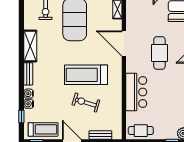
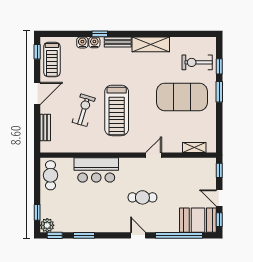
door: (124, 44) -> (154, 155), width x0.53
cafe table: (159, 53) -> (142, 197), width x0.73, depth x0.74
treadmill: (86, 75) -> (117, 110), turned 180
window: (21, 116) -> (100, 34), moved

